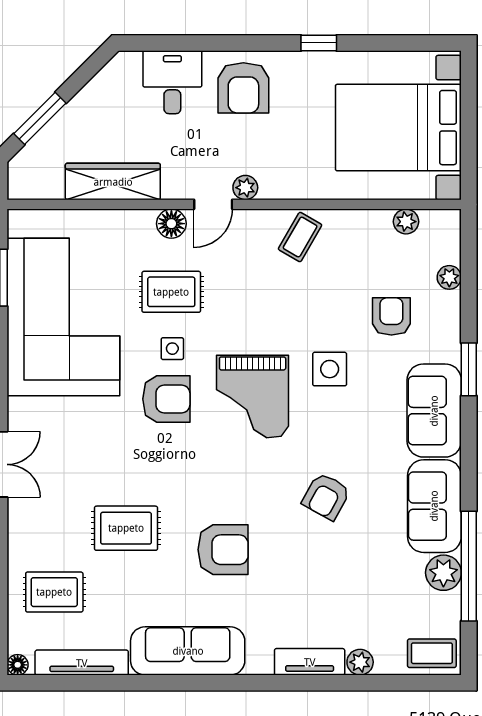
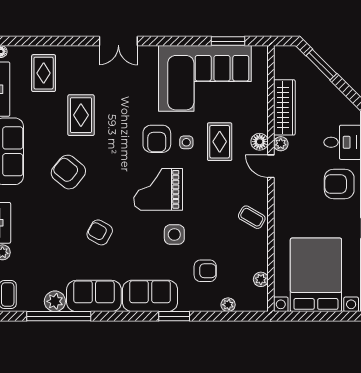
plant: (245, 188) -> (281, 144), moved
armchair: (223, 550) -> (68, 172), turned 129

